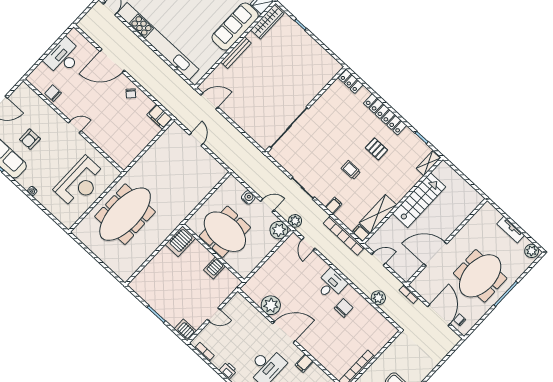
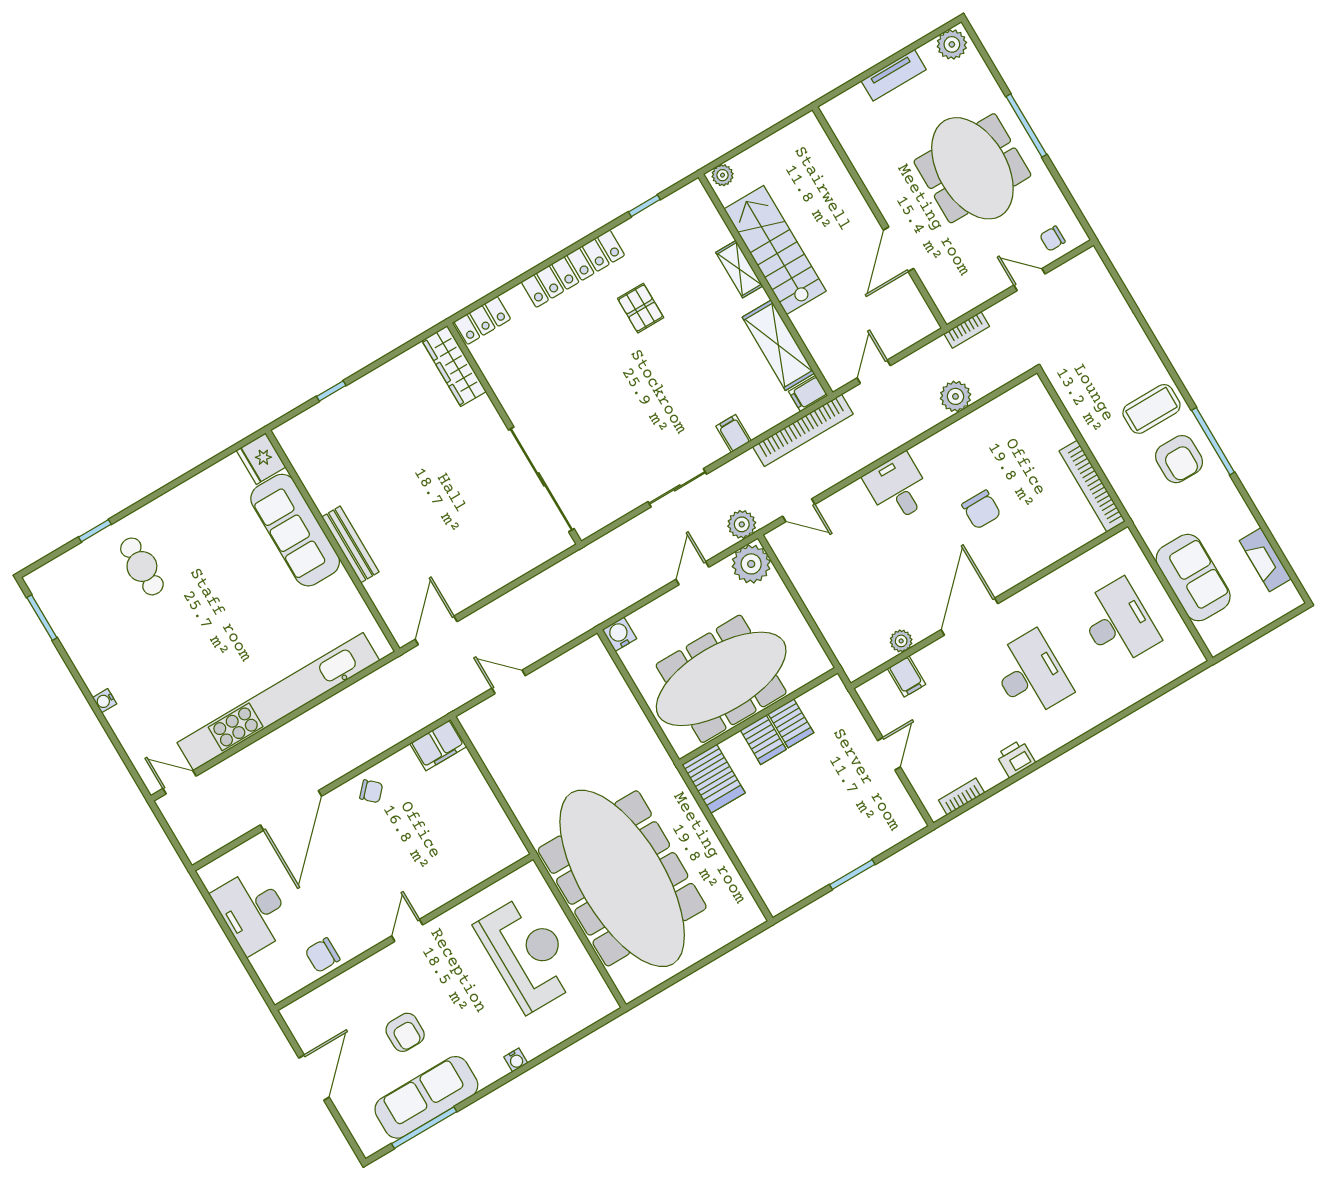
wardrobe: (267, 22) -> (454, 366), moved, turned 180
pallet: (376, 149) -> (641, 308), turned 90
shelving: (428, 163) -> (739, 269), moved
plant: (445, 168) -> (723, 175), added
trolley: (351, 170) -> (669, 375), removed
water cooler: (248, 197) -> (619, 634), moved
meeting table: (125, 214) -> (622, 878), width x1.36, depth x1.27
meeting table: (225, 232) -> (721, 679), width x1.36
door: (435, 254) -> (898, 249), width x0.73
plant: (271, 305) -> (901, 641), width x0.53, depth x0.53
chair: (344, 308) -> (981, 510), moved, turned 180
door: (439, 315) -> (1030, 280), width x0.53
server rack: (185, 330) -> (763, 740), moved, turned -90
filing cabinet: (304, 363) -> (907, 676), moved

